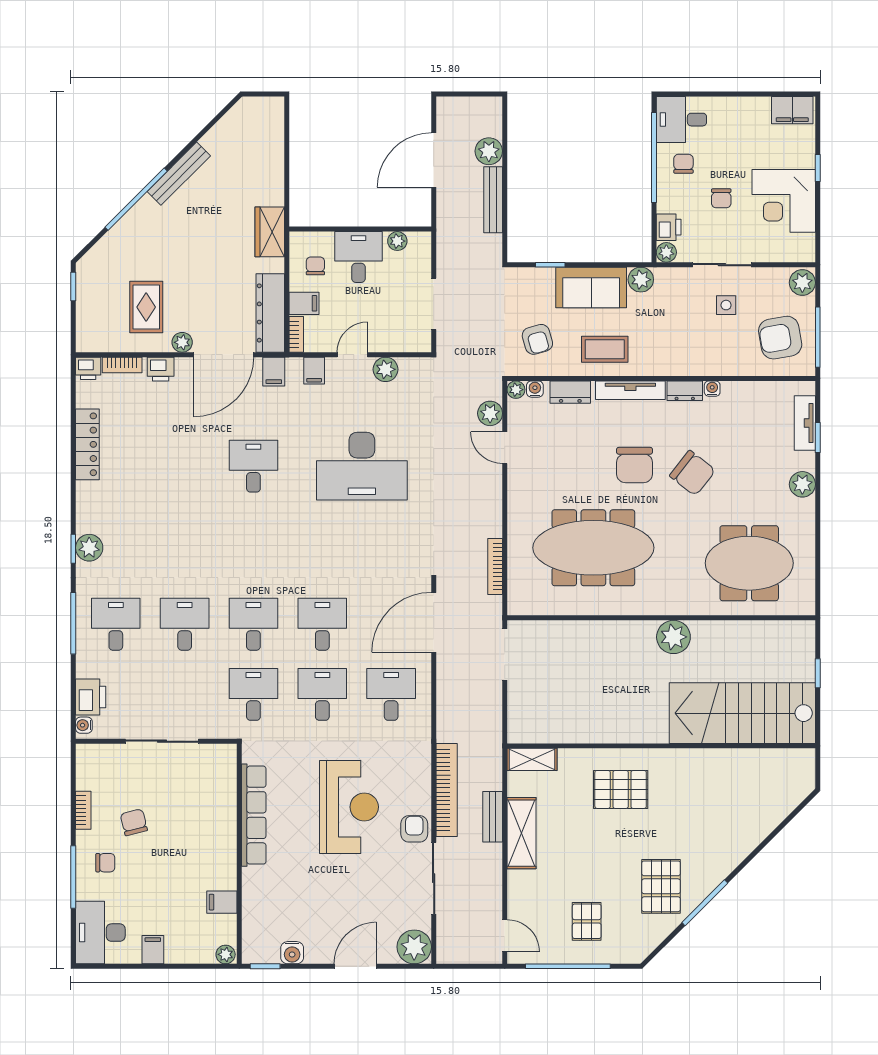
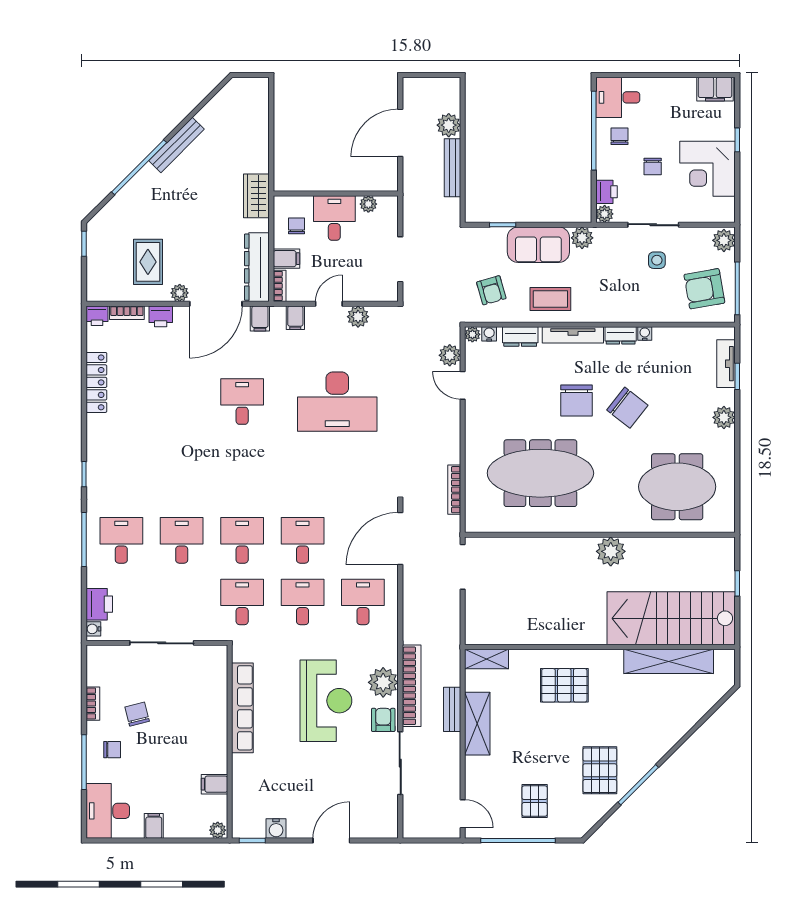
plant: (89, 548) -> (98, 473), removed
shelving: (739, 762) -> (669, 661), added
plant: (414, 947) -> (383, 682), moved

